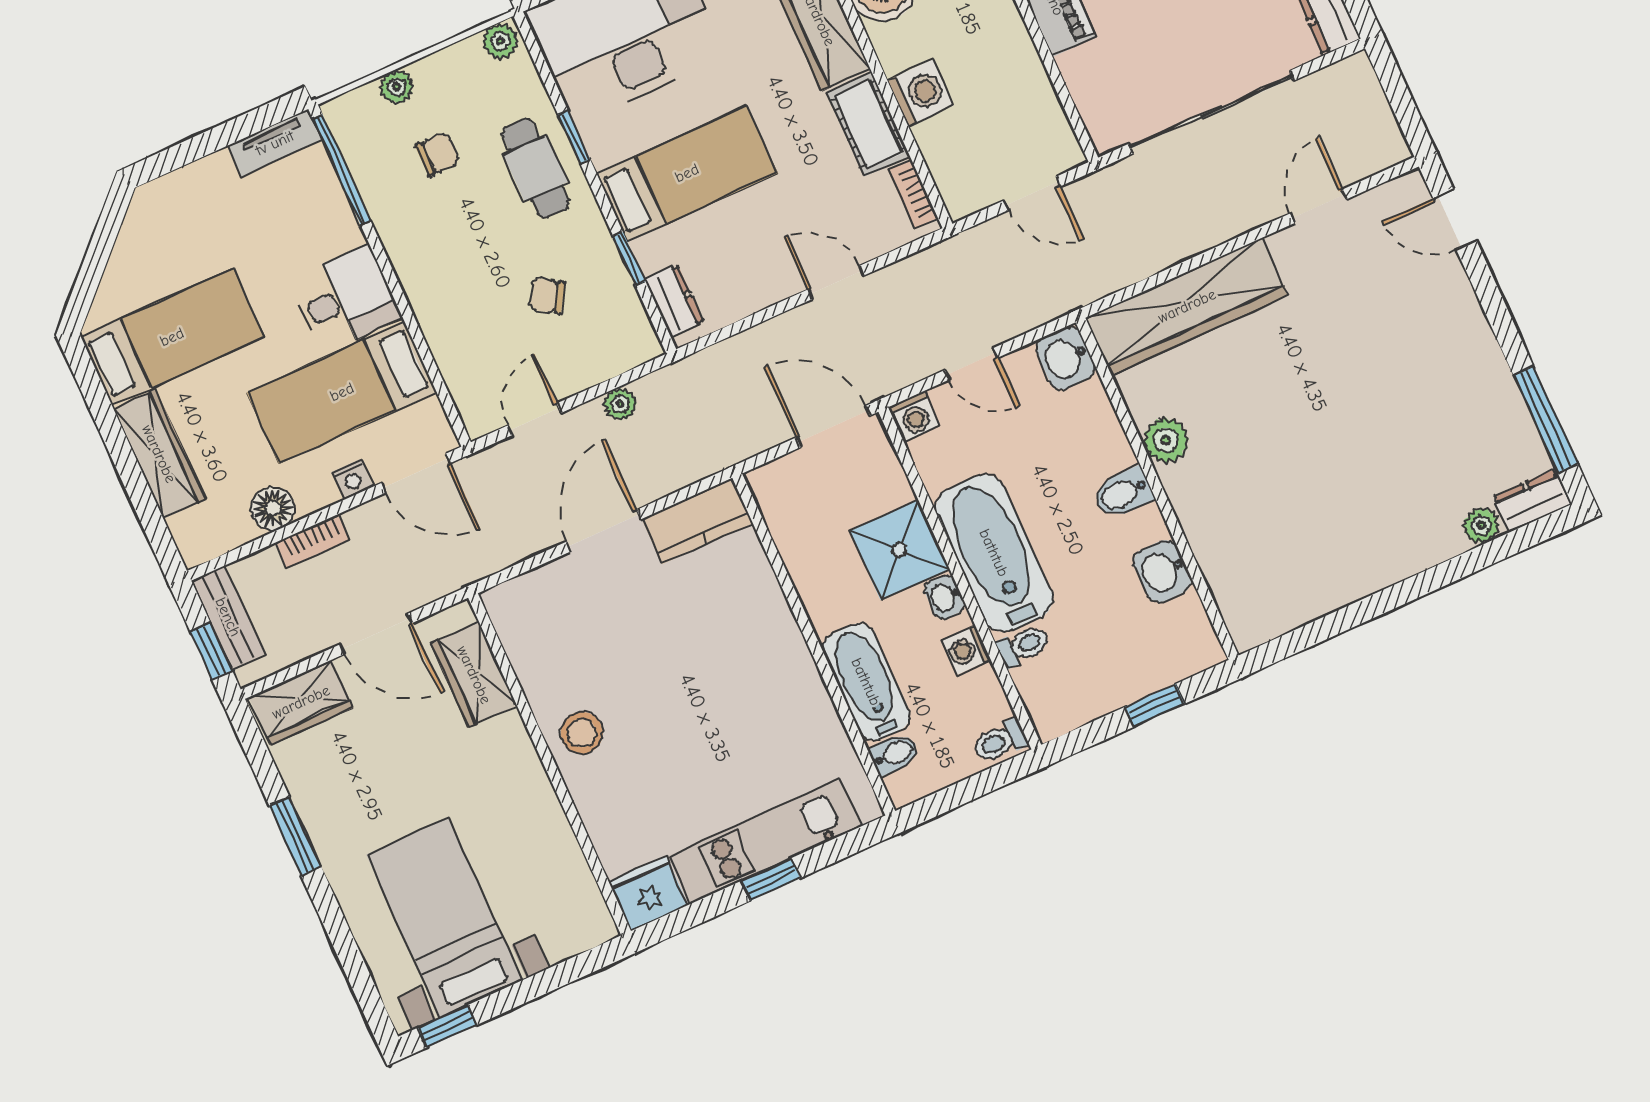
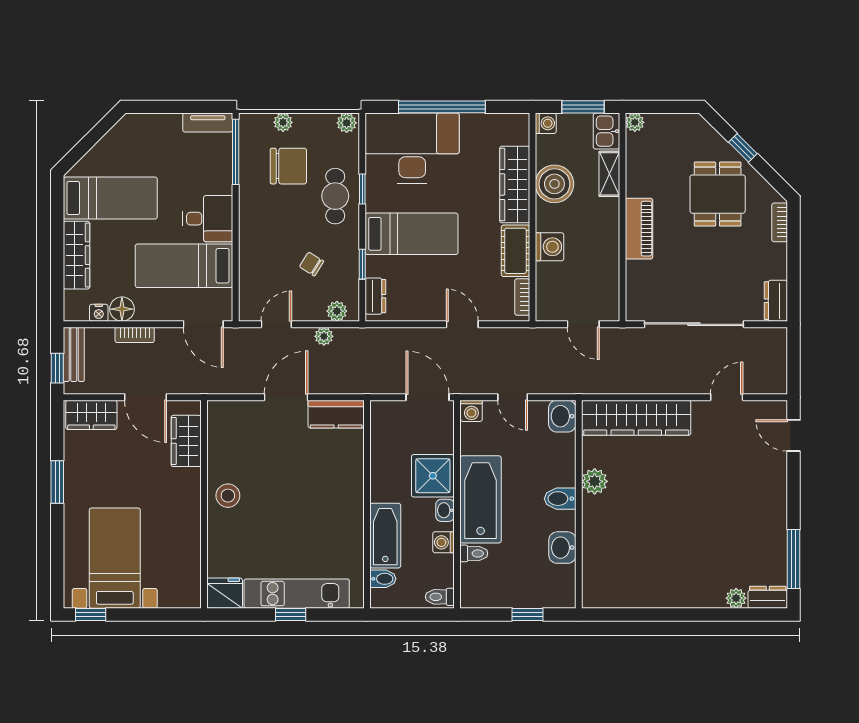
chair: (437, 154) -> (288, 166), width x1.87, depth x1.87
plant: (623, 354) -> (337, 311), added
nightstand: (352, 479) -> (99, 313), moved

